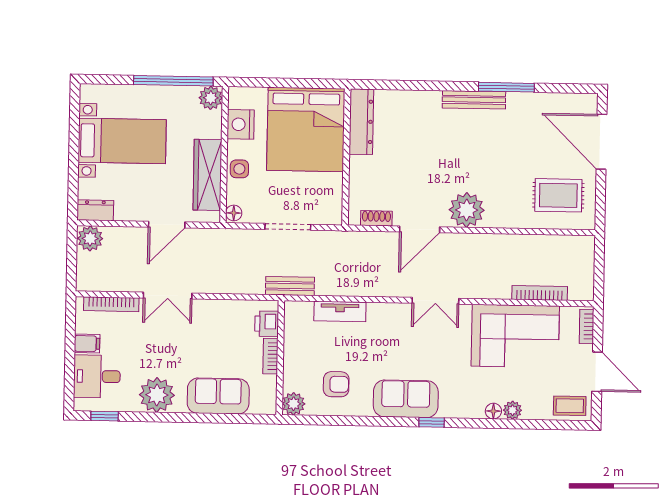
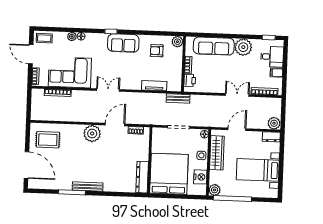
sofa: (218, 396) -> (214, 46), width x1.36

